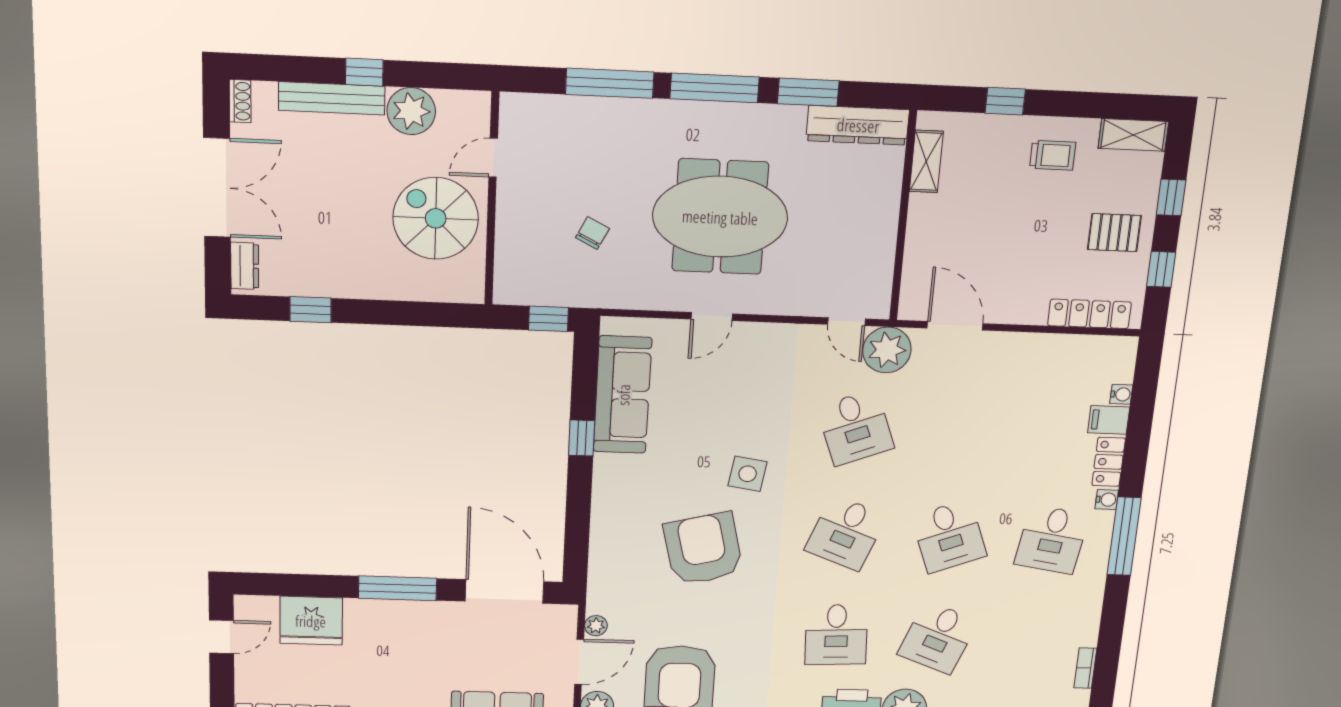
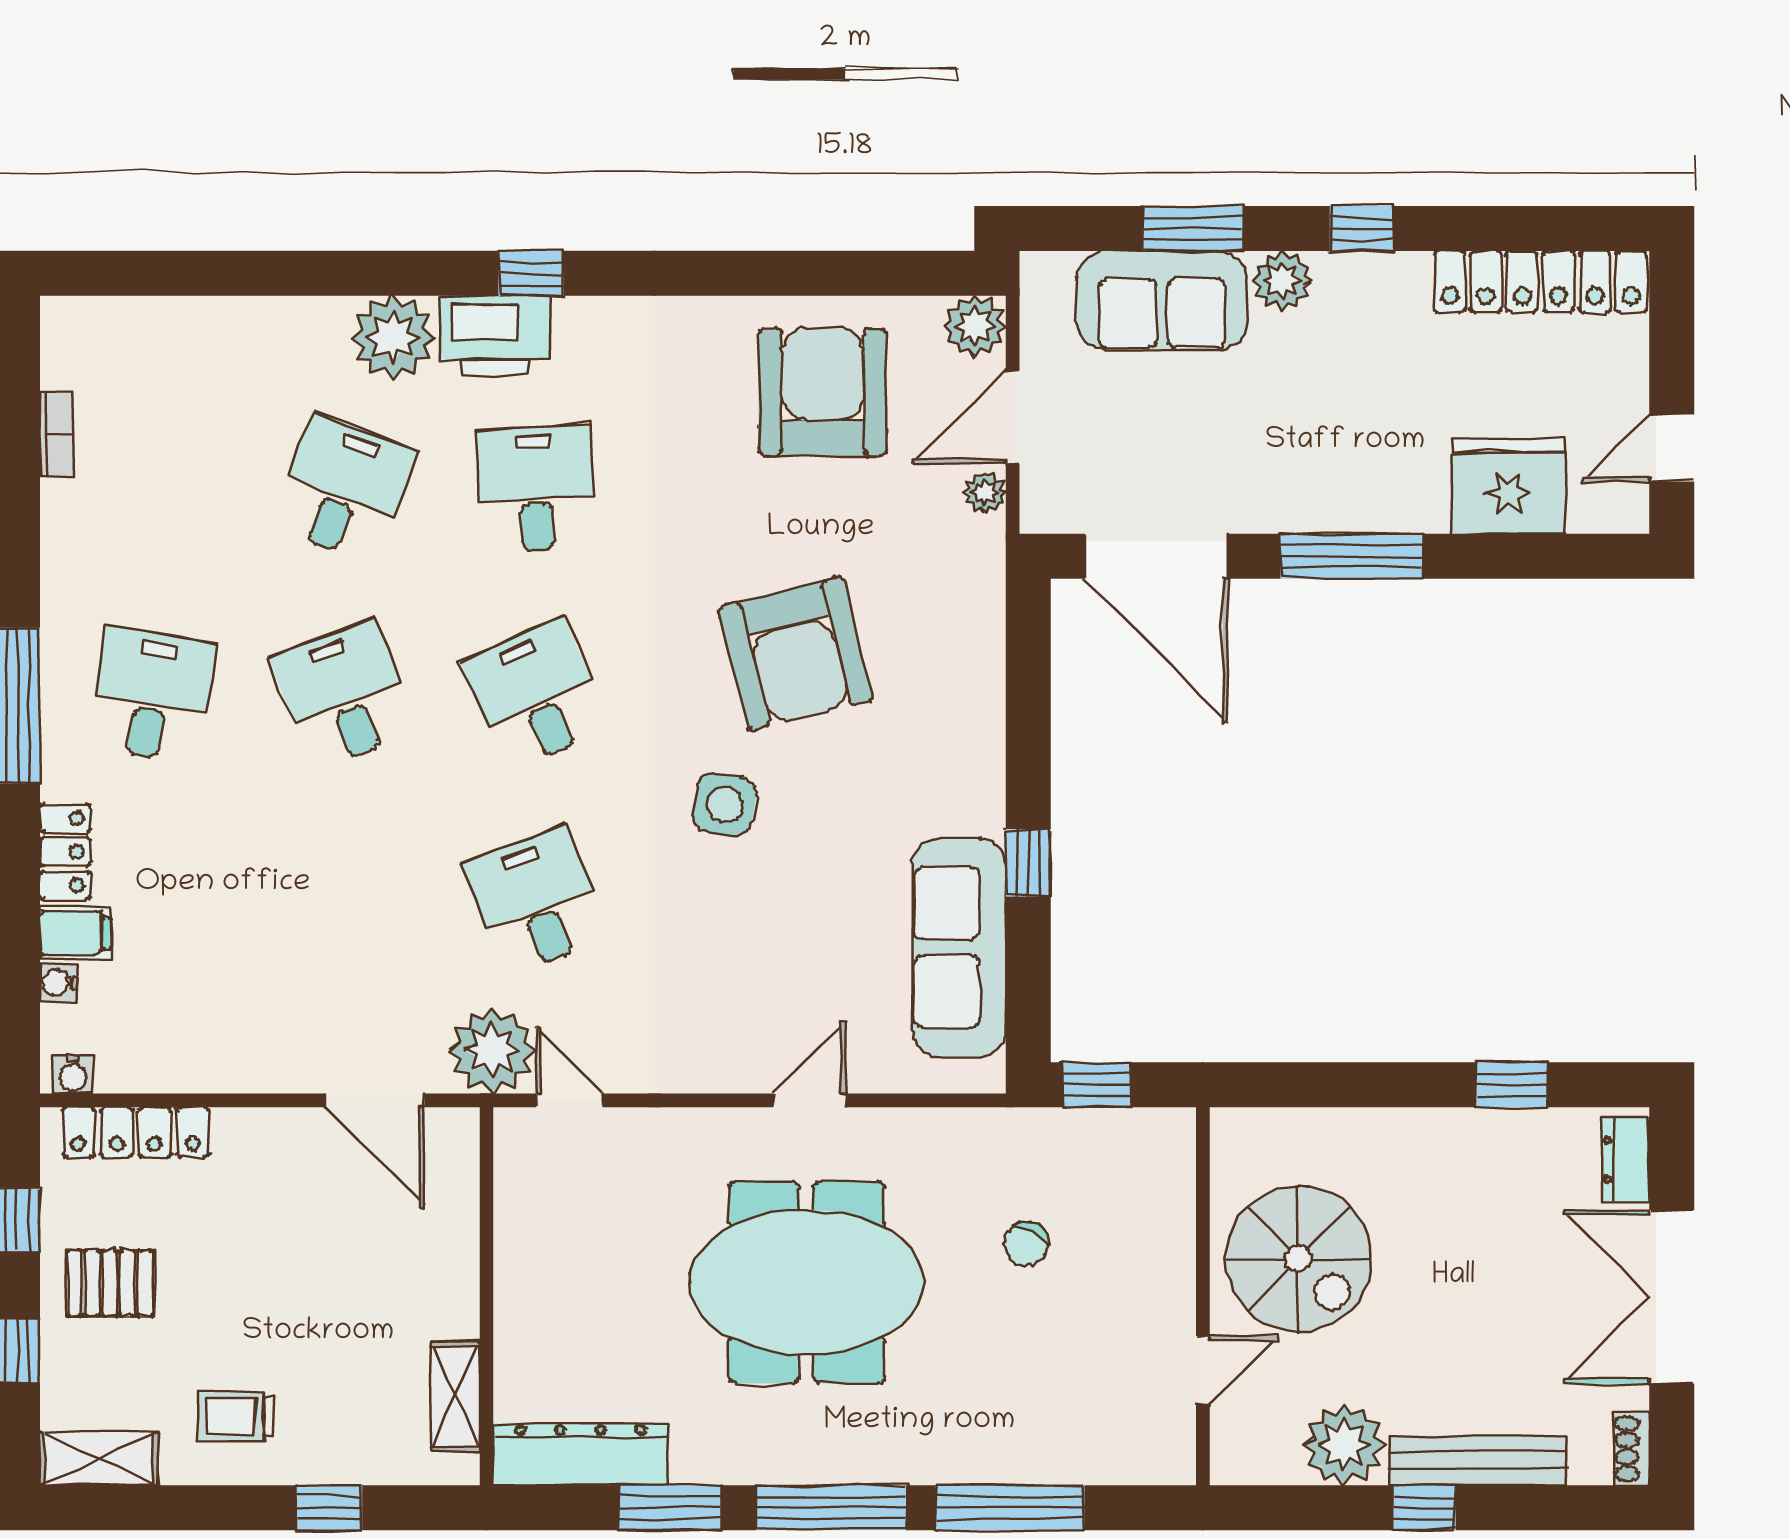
water cooler: (1107, 500) -> (73, 1074), moved, turned -90
desk: (846, 533) -> (536, 695), turned -45

